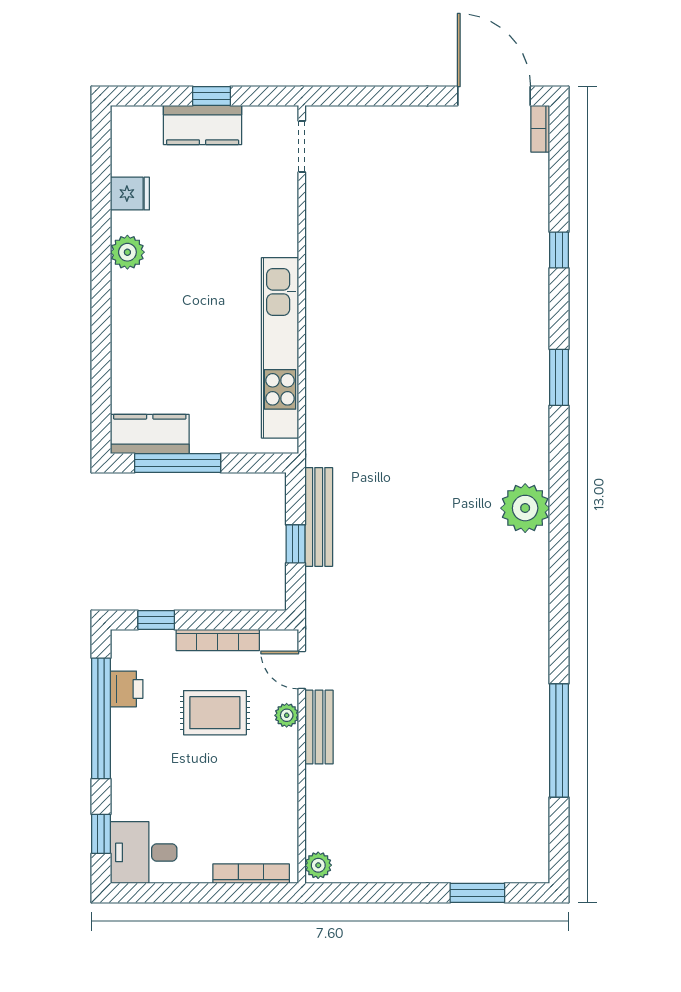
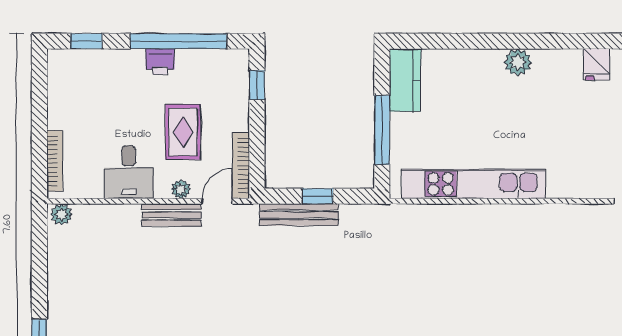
plant: (127, 252) -> (518, 62), moved
window: (178, 463) -> (382, 130), moved
bench: (319, 517) -> (299, 215), moved
bookcase: (218, 640) -> (241, 166), moved
printer: (127, 689) -> (160, 62), moved
desk: (144, 852) -> (129, 172), moved, turned 180

